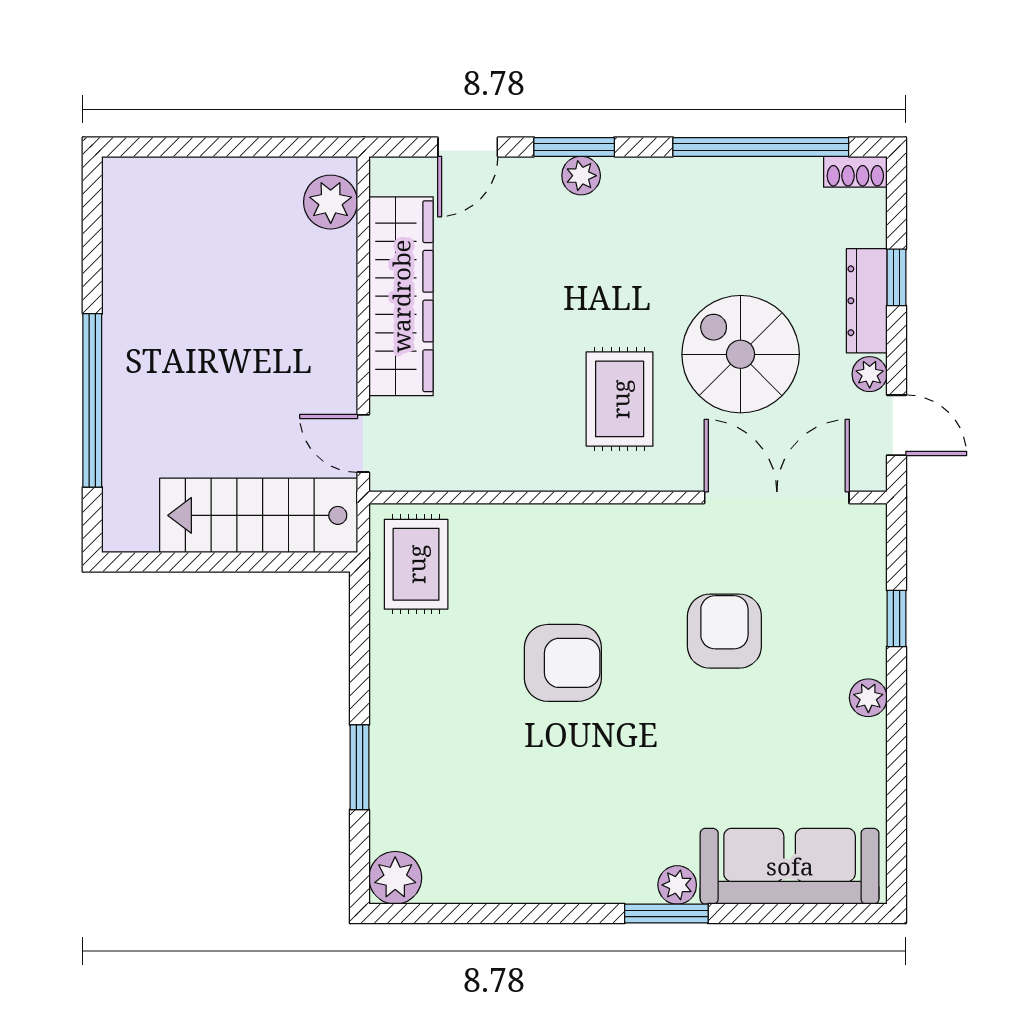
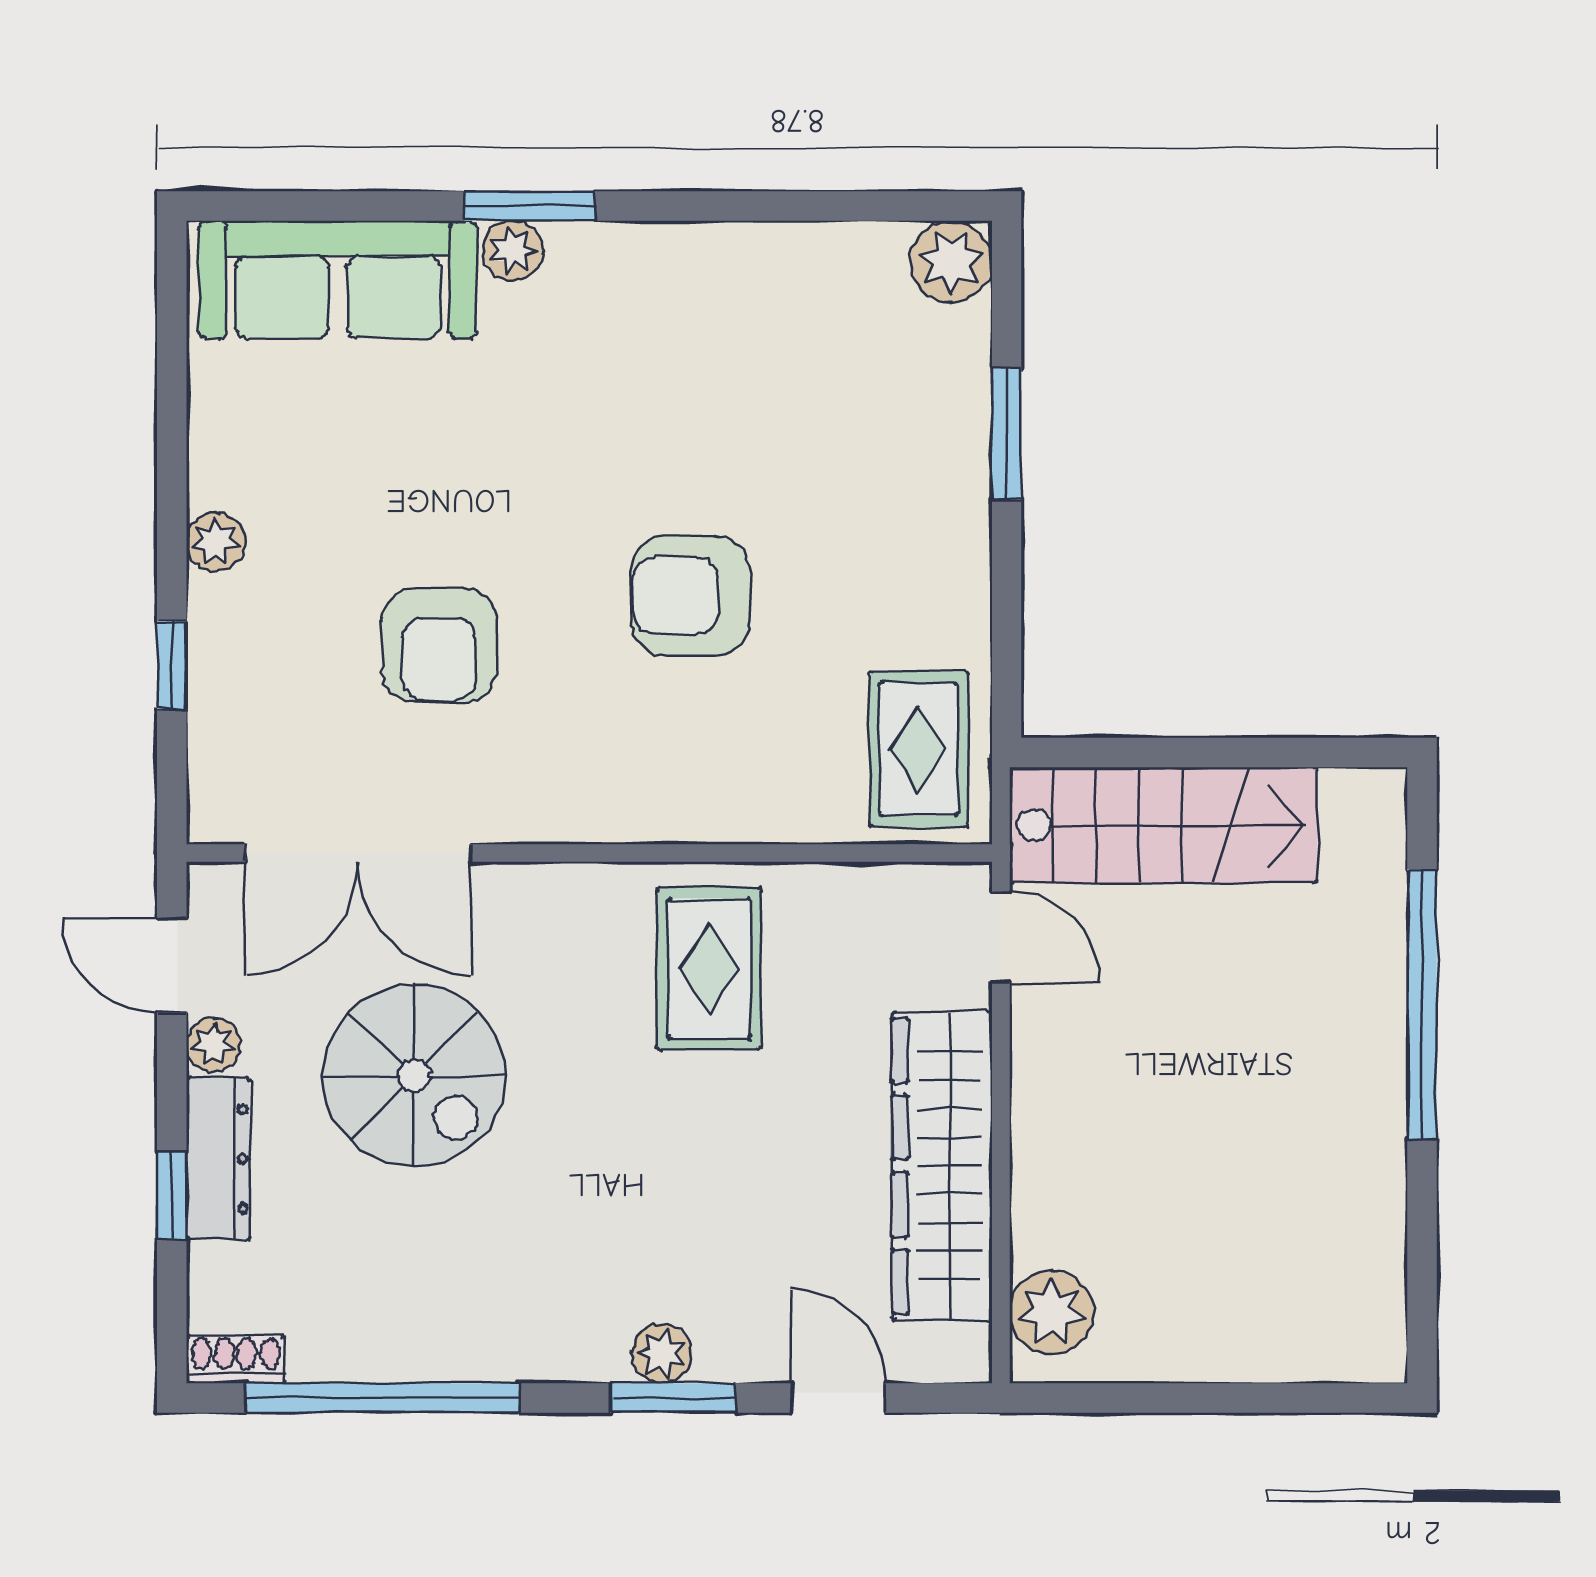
door: (468, 147) -> (838, 1398), hinge flipped
rug: (620, 399) -> (709, 969), moved

